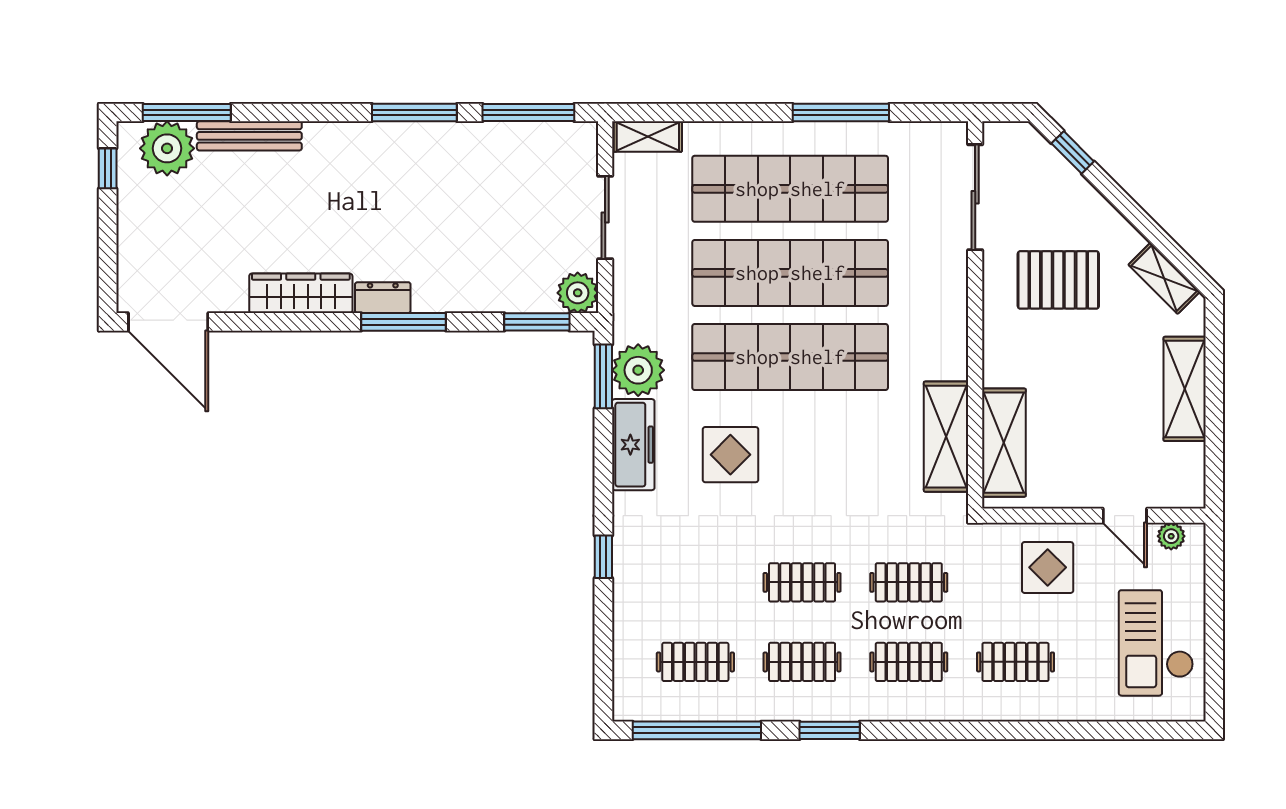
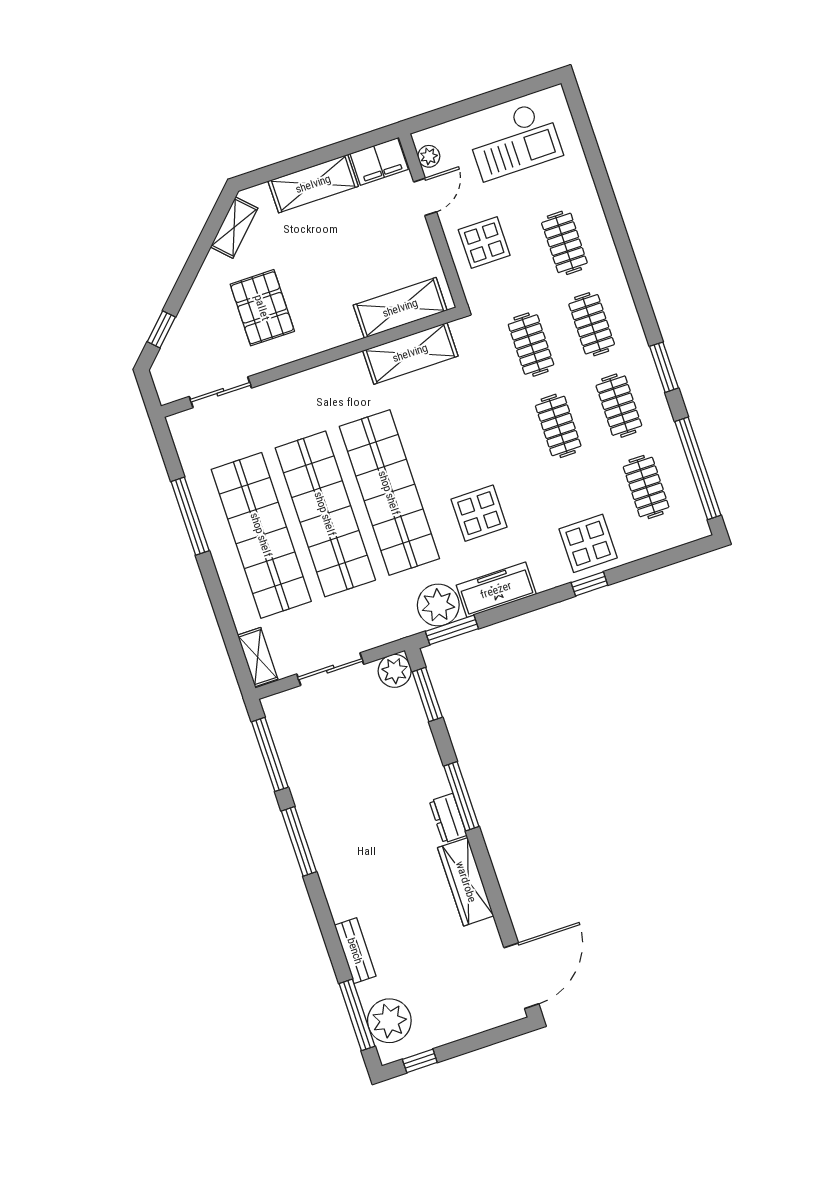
bench: (249, 136) -> (355, 951), width x0.73
sliding door: (975, 197) -> (220, 392), width x0.73
filing cabinet: (1185, 475) -> (379, 162), added
display table: (652, 571) -> (588, 543), added

